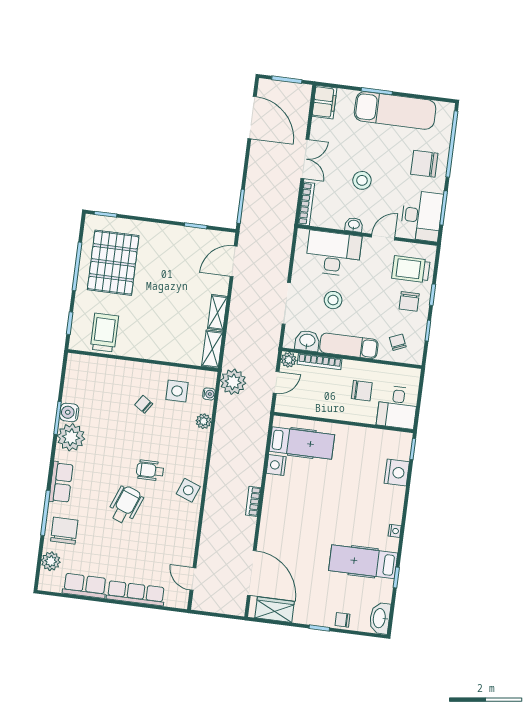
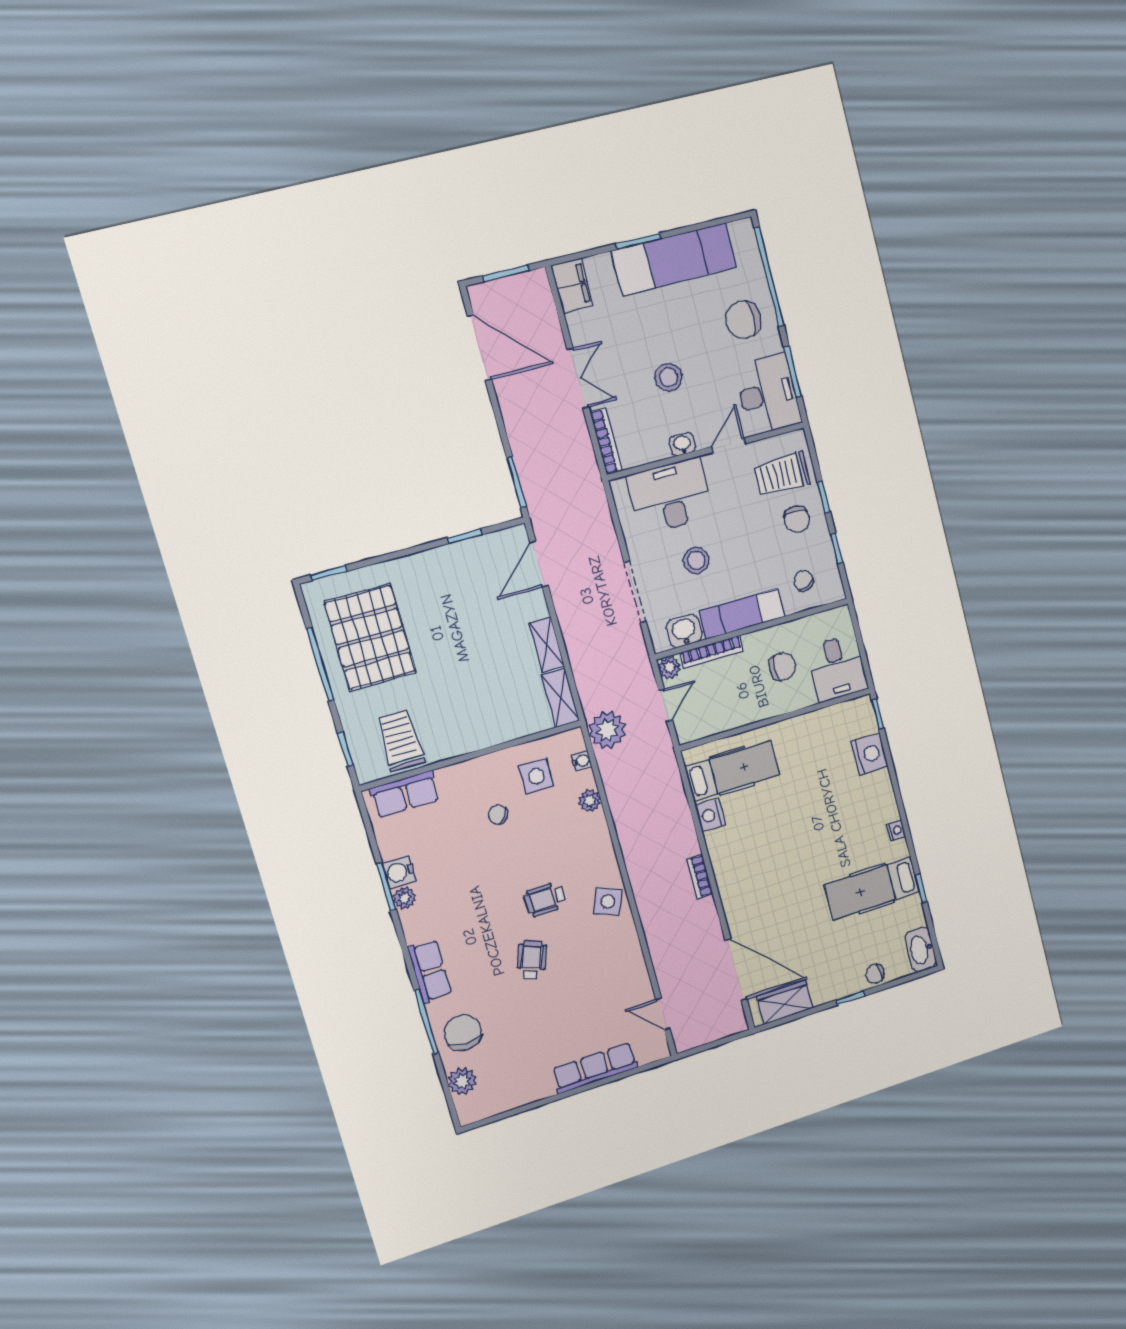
plant: (71, 437) -> (404, 898), width x0.53, depth x0.53
wheelchair: (126, 505) -> (532, 960), width x0.73, depth x0.73
row of seats: (85, 586) -> (405, 794), moved, turned 180

